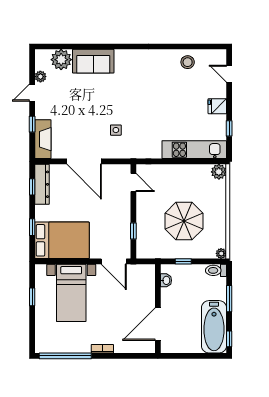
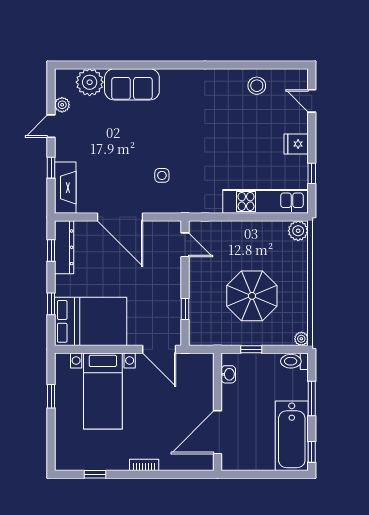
window: (65, 356) -> (95, 474), width x0.32

